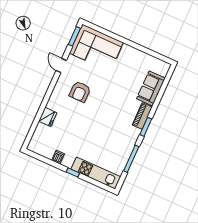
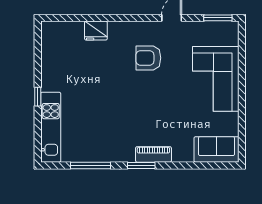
corner sofa: (96, 48) -> (216, 79), moved
sofa: (151, 88) -> (217, 149), moved
dishwasher: (58, 157) -> (49, 68), removed

